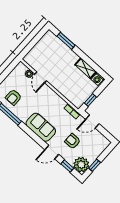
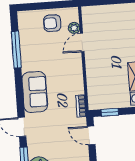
armchair: (13, 97) -> (52, 23), moved
armchair: (73, 141) -> (53, 136), removed

